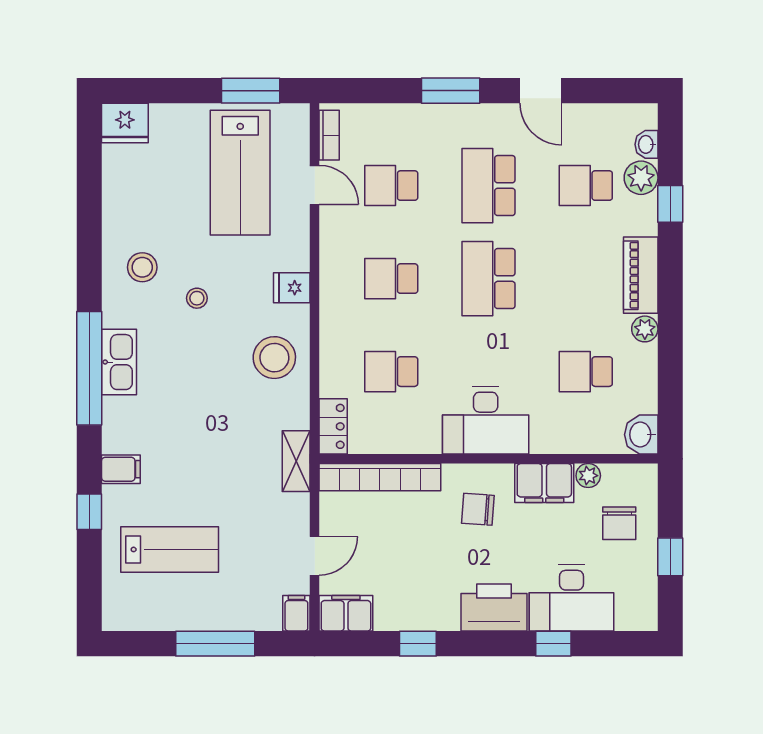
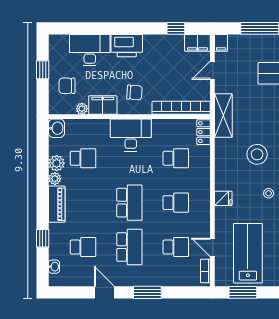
plant: (641, 178) -> (57, 163), moved
stool: (274, 358) -> (257, 154), moved
shelving: (296, 461) -> (223, 116), width x1.50, depth x1.33
chair: (619, 523) -> (67, 86), turned -90
window: (418, 644) -> (176, 28), moved
window: (553, 644) -> (98, 28), removed

